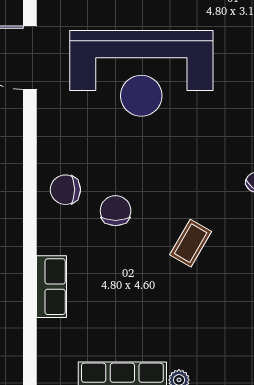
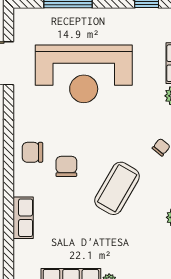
coffee table: (191, 243) -> (117, 188), width x1.86, depth x1.72

